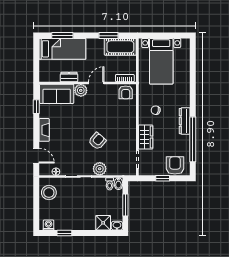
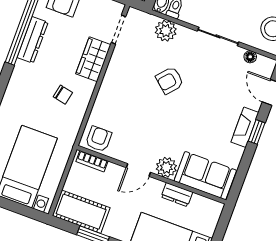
window: (36, 107) -> (257, 132), moved
dresser: (185, 121) -> (33, 40), moved
plant: (100, 169) -> (166, 31), moved

